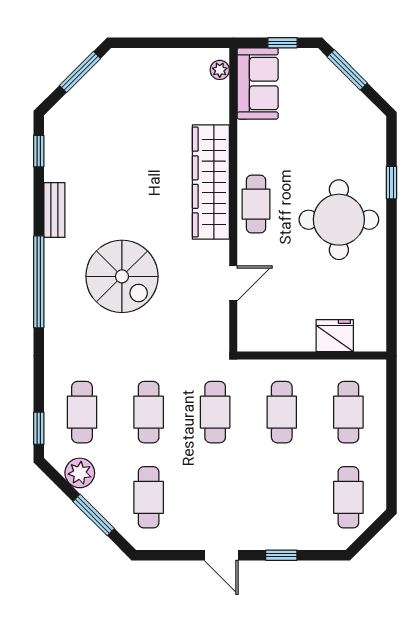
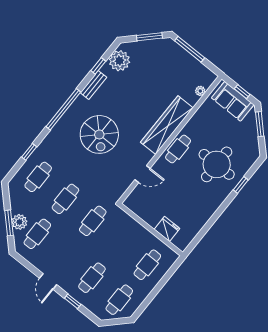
window: (154, 43) -> (190, 49), added
plant: (220, 70) -> (200, 91), moved
sofa: (258, 83) -> (233, 101), moved, turned 90
plant: (64, 143) -> (119, 61), added
window: (39, 151) -> (98, 66), moved
round table: (339, 220) -> (217, 164), moved
cafe table: (282, 412) -> (92, 278), moved
window: (39, 428) -> (29, 152), moved
plant: (80, 473) -> (19, 222), moved

